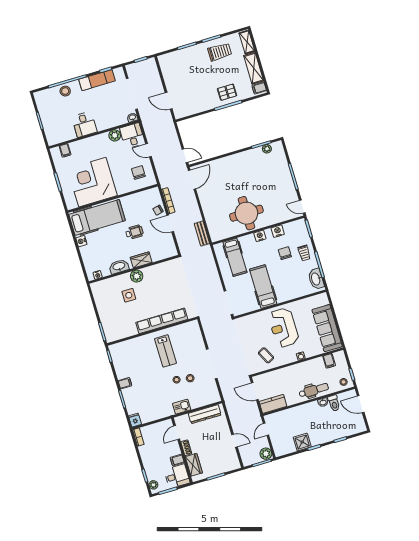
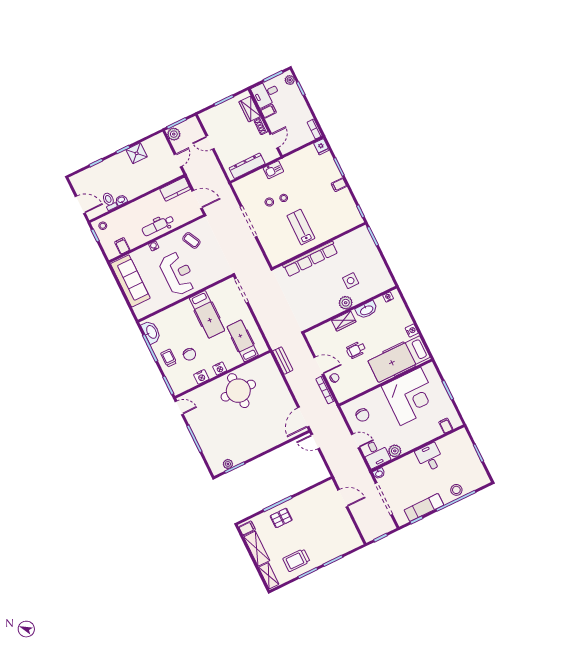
dental chair: (314, 390) -> (158, 226), moved

